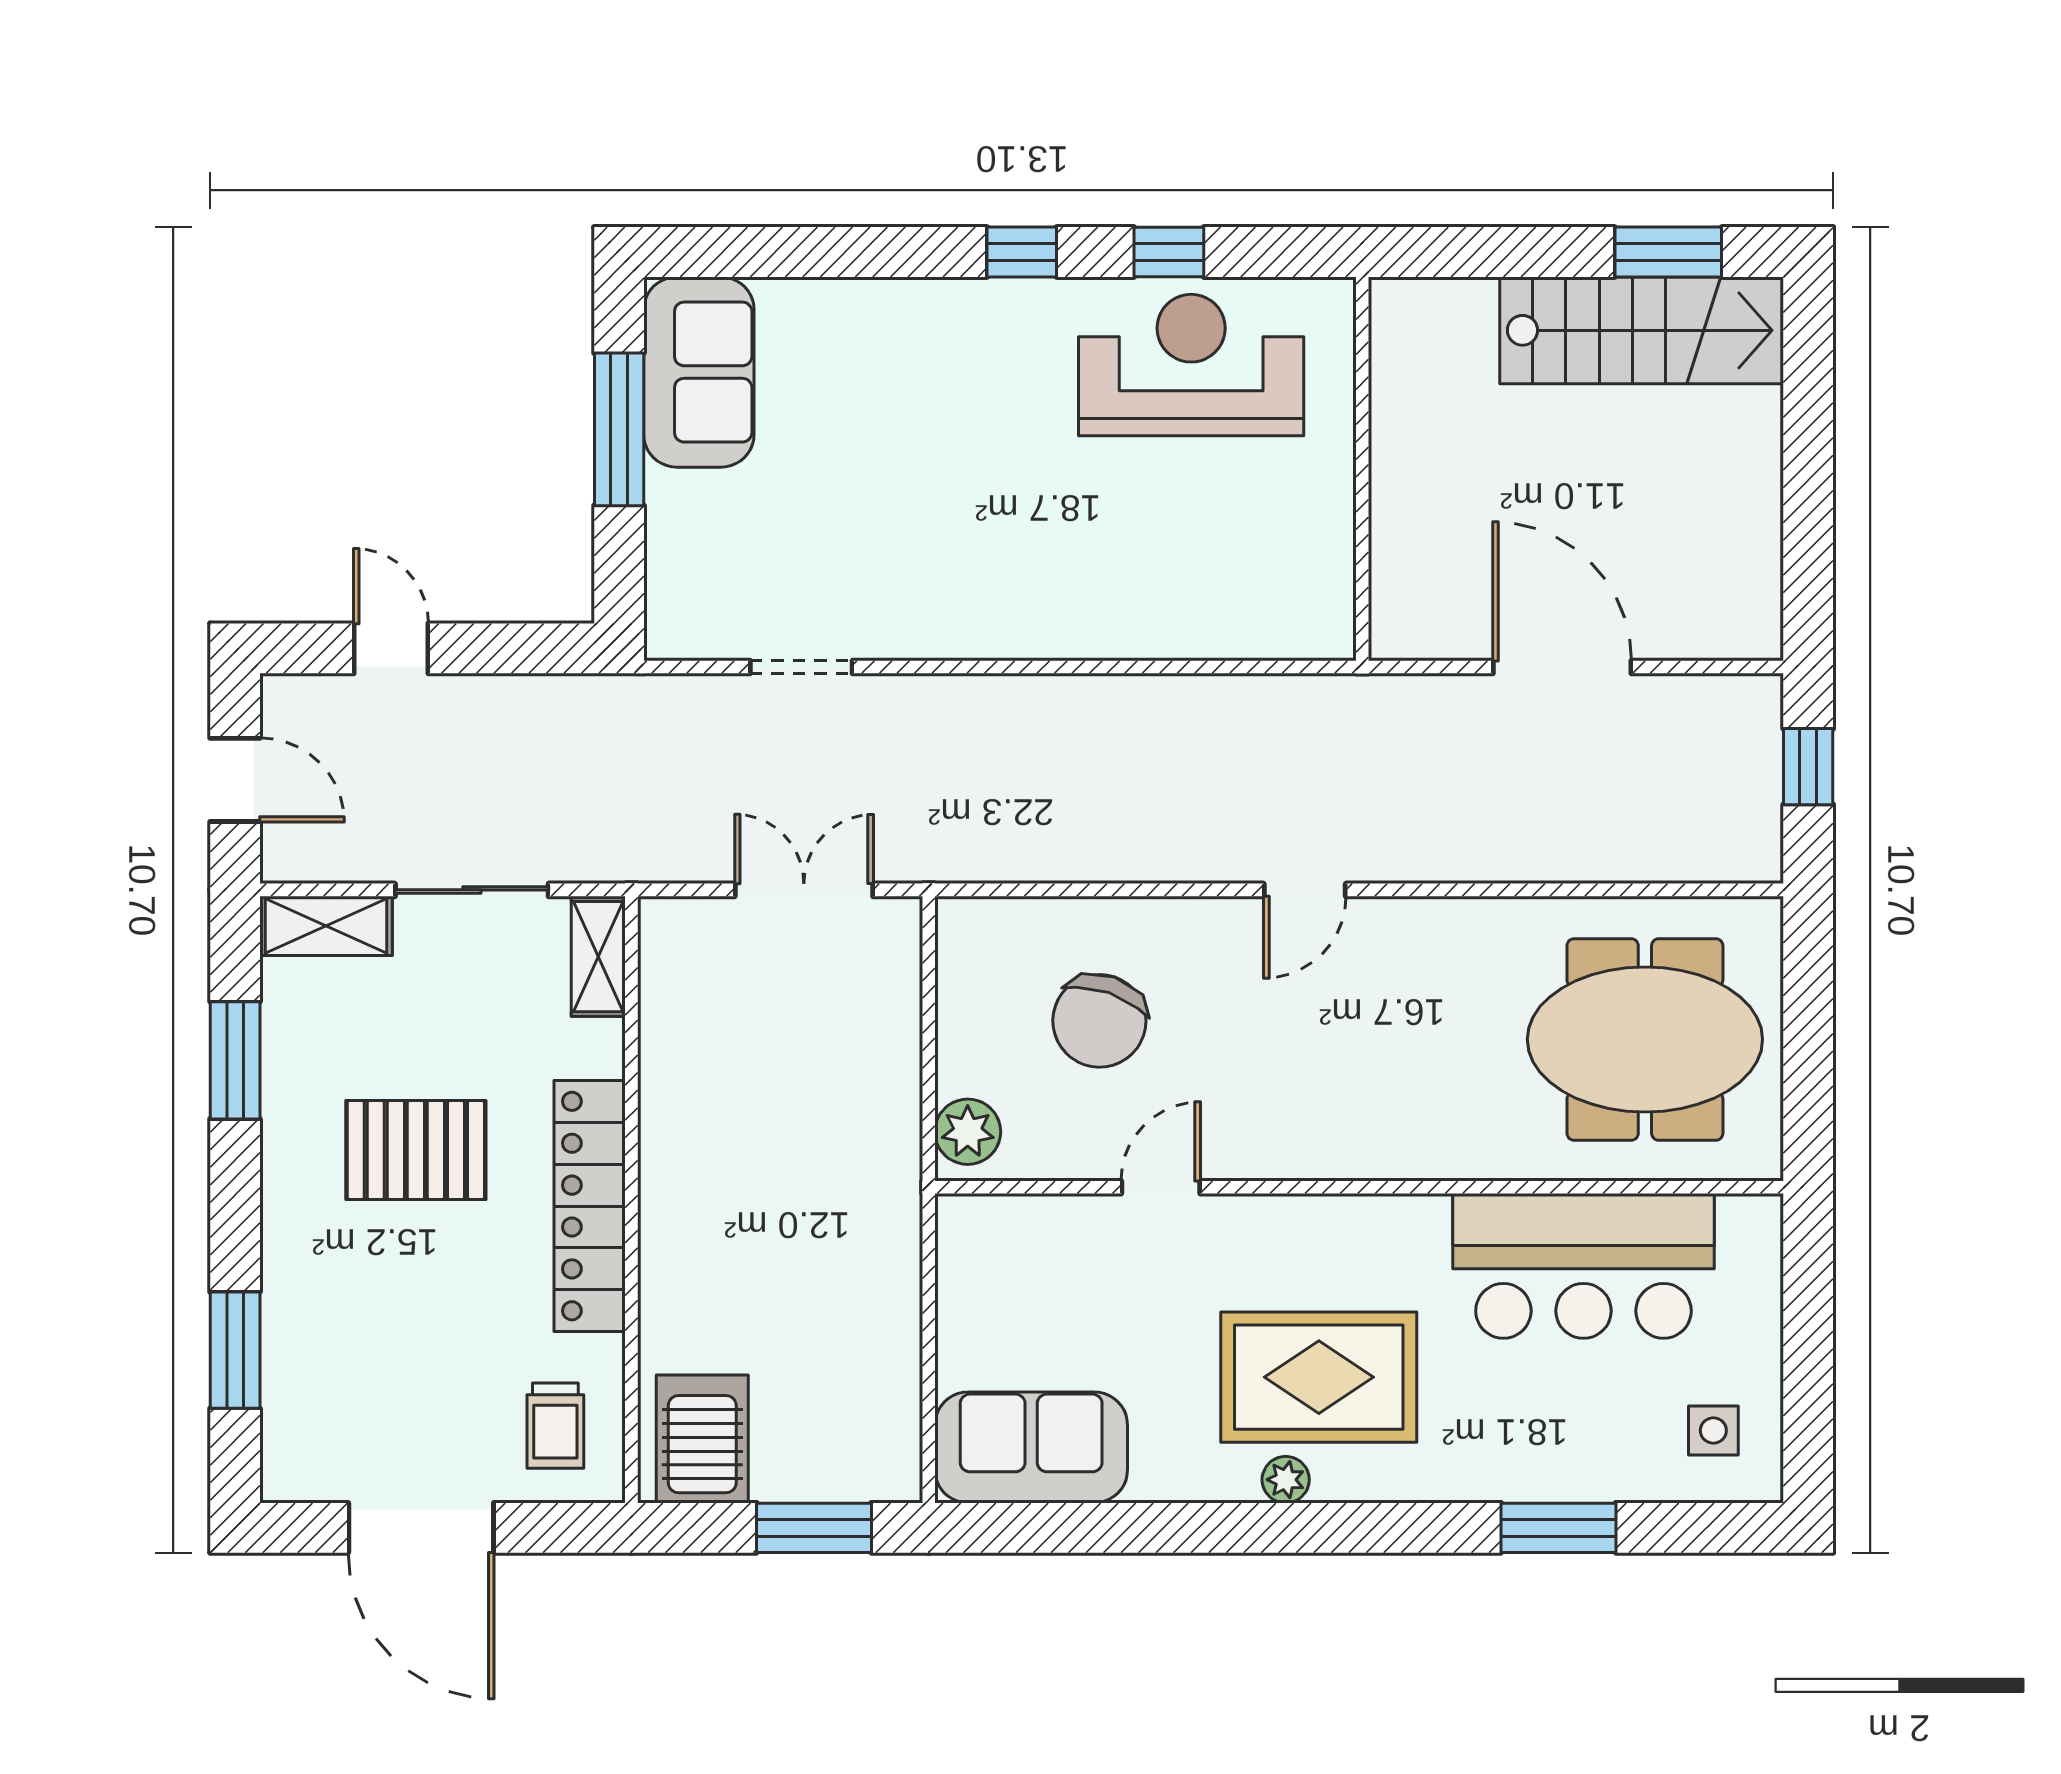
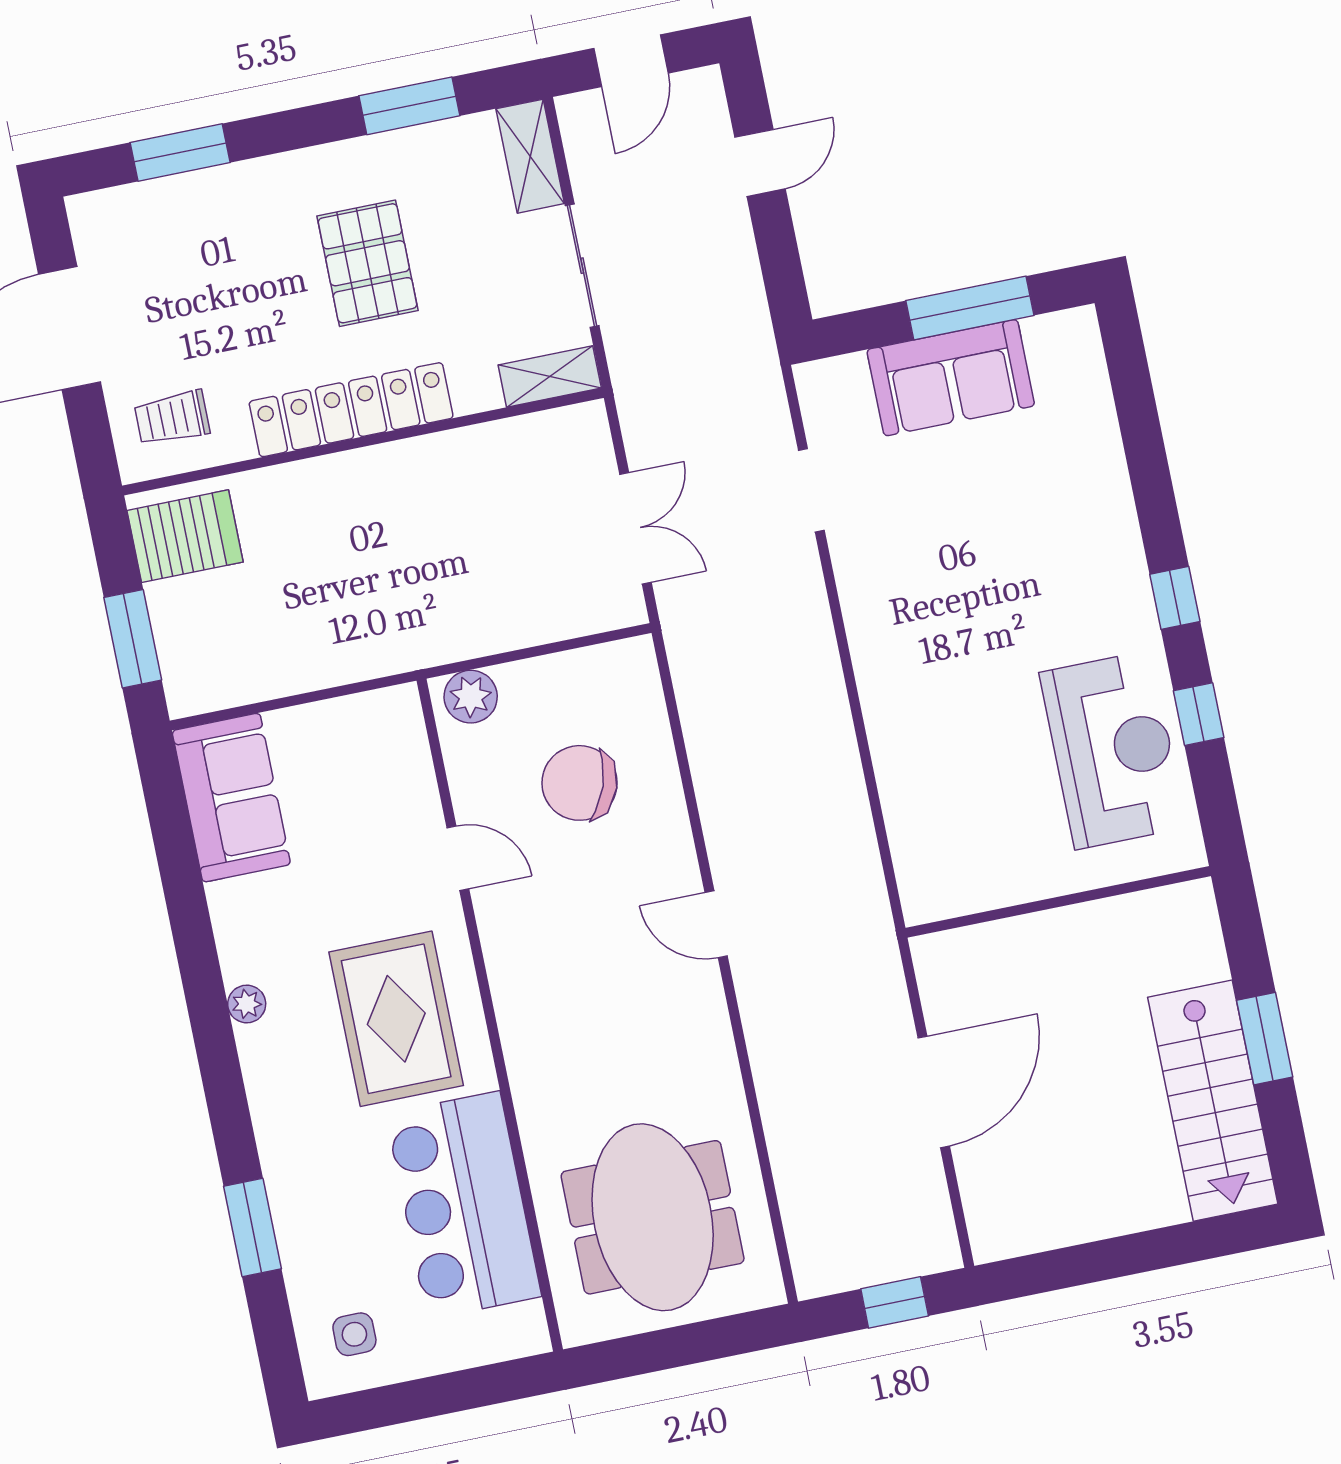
window: (1668, 252) -> (1265, 1039), moved
sofa: (699, 372) -> (951, 378), moved
rug: (1319, 1377) -> (396, 1019), moved

